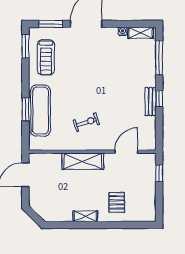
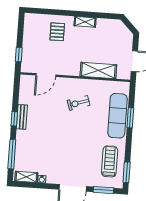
shelving: (83, 161) -> (98, 70), moved

